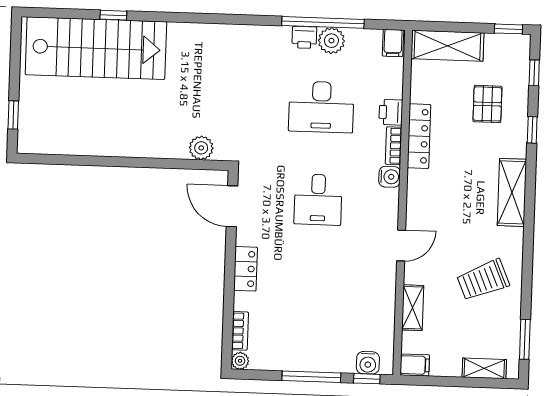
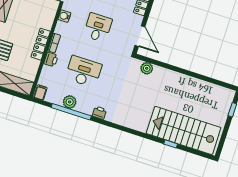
printer: (304, 37) -> (99, 113), moved
water cooler: (390, 177) -> (64, 16), moved

